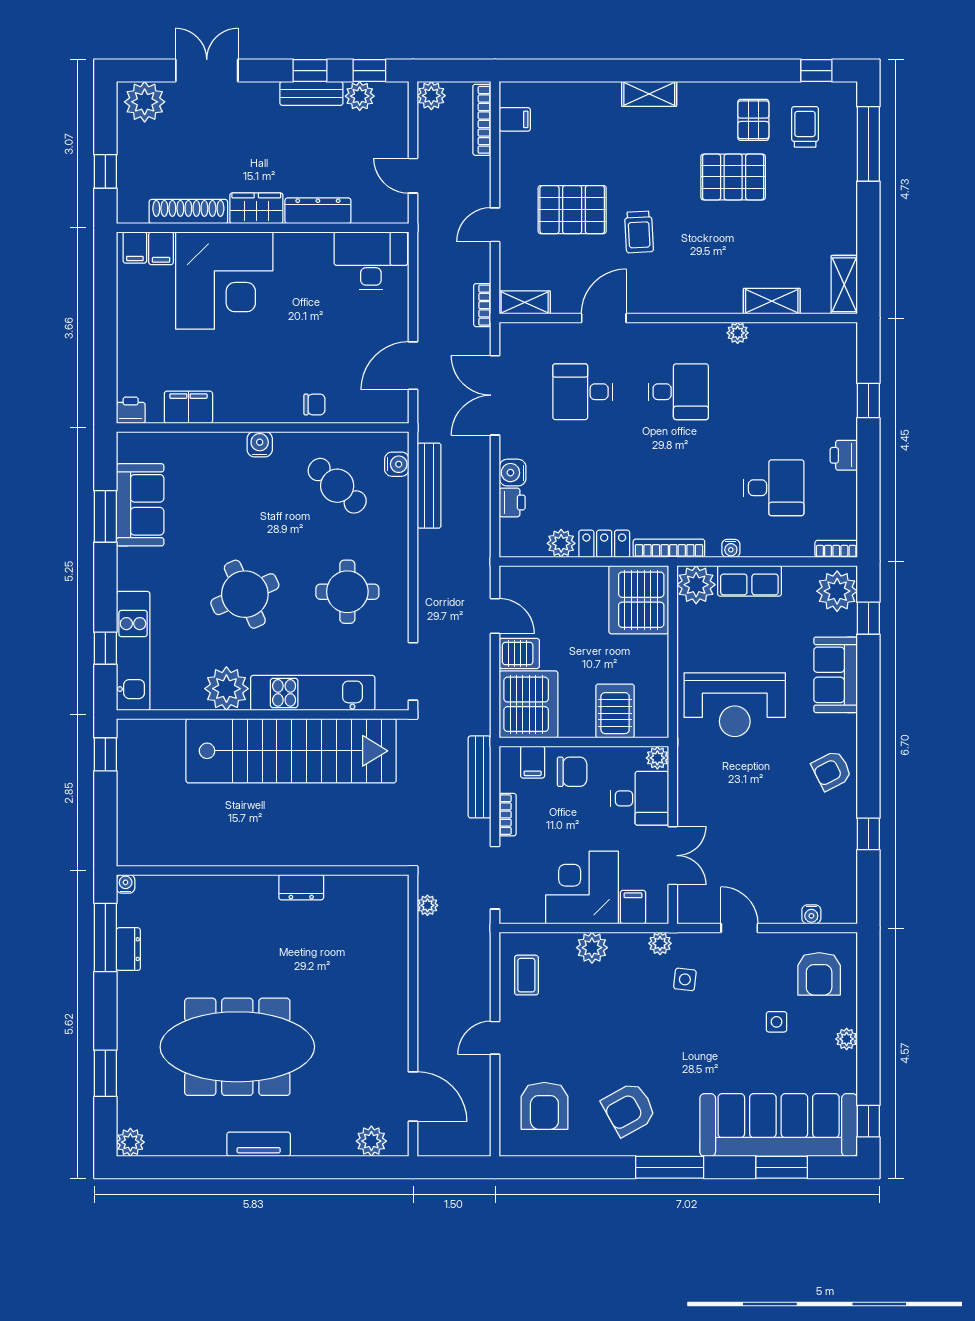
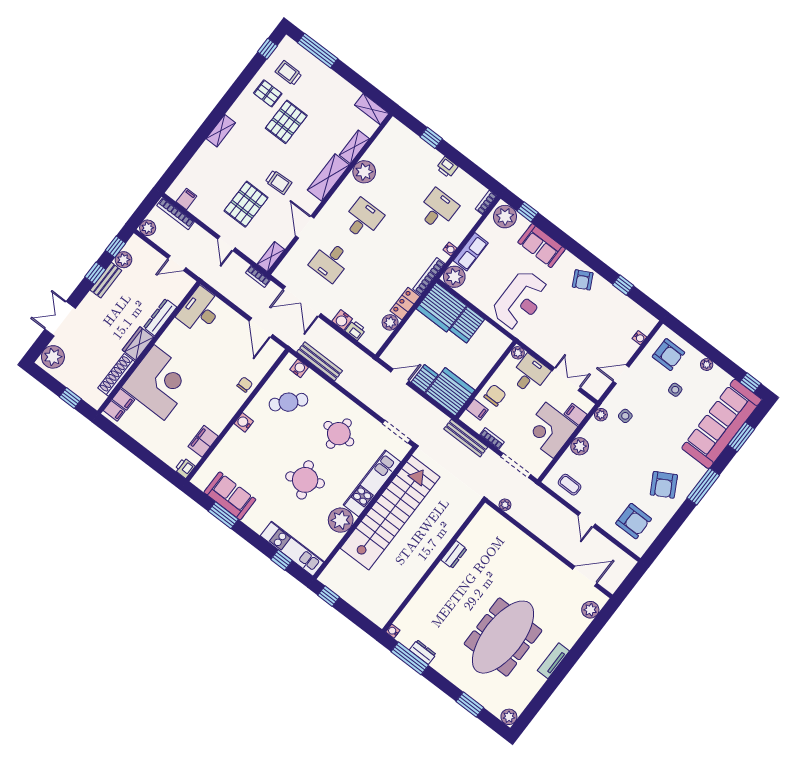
shelving: (700, 297) -> (328, 177), added
plant: (738, 333) -> (364, 172), width x1.88, depth x1.88
server rack: (615, 711) -> (467, 325), moved, turned -90

